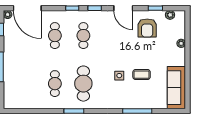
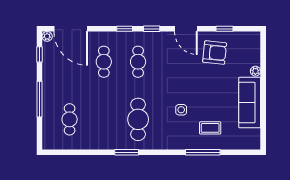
plant: (170, 15) -> (242, 37), removed
armchair: (147, 28) -> (215, 53), turned -84
coffee table: (142, 75) -> (210, 128), moved
cafe table: (55, 84) -> (70, 119), moved
sofa: (176, 88) -> (250, 103), moved

